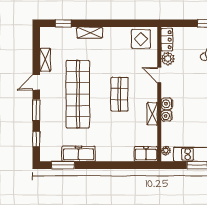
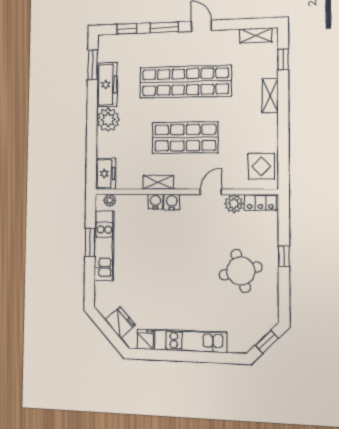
shelving: (45, 60) -> (256, 35), moved
shop shelf: (119, 94) -> (185, 138), width x1.43, depth x1.36
plant: (105, 153) -> (108, 120), added

